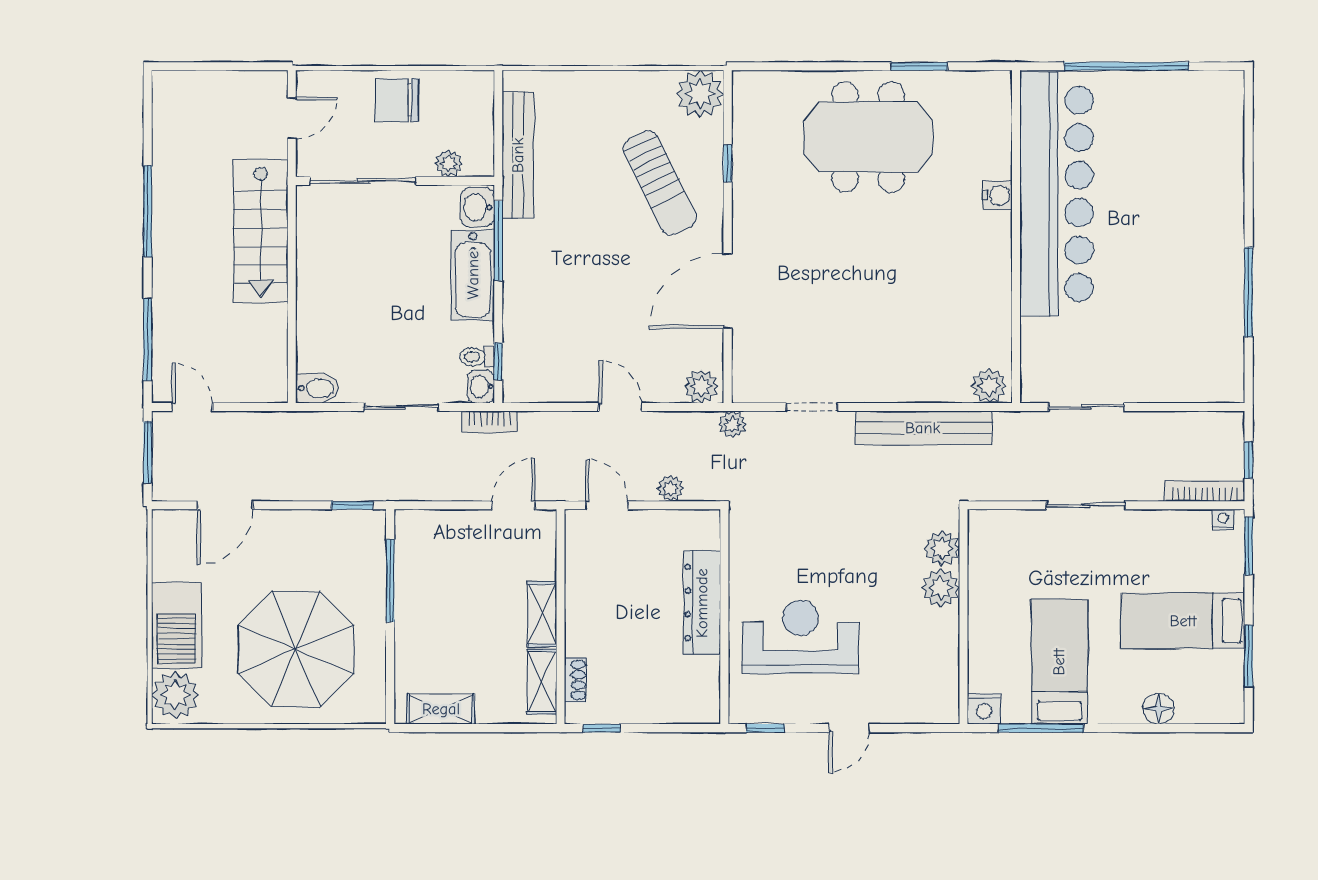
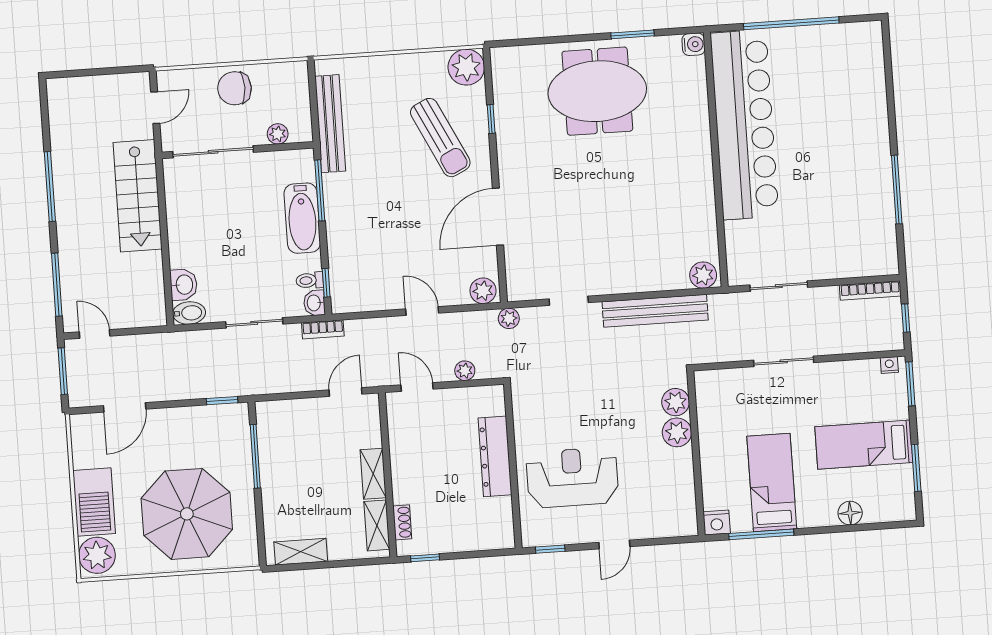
water cooler: (997, 196) -> (693, 44), moved
washbasin: (477, 207) -> (184, 285), moved, turned 180
bookcase: (1205, 491) -> (870, 291), moved, turned 180

